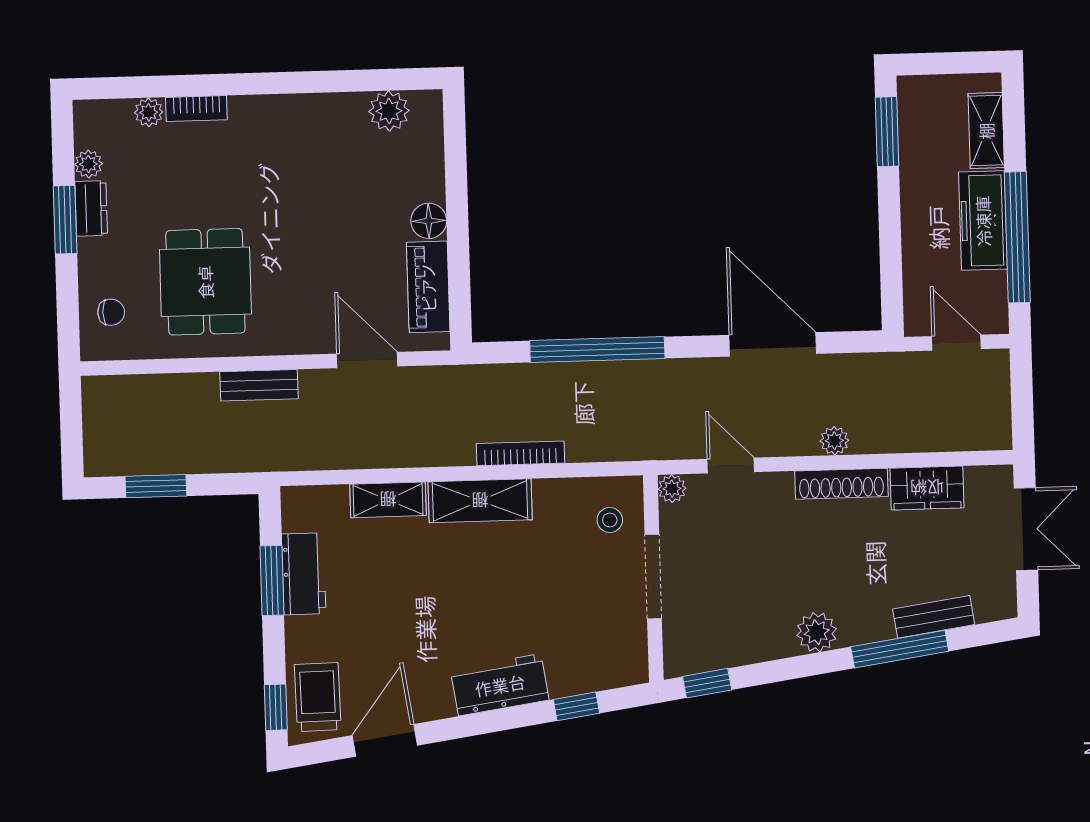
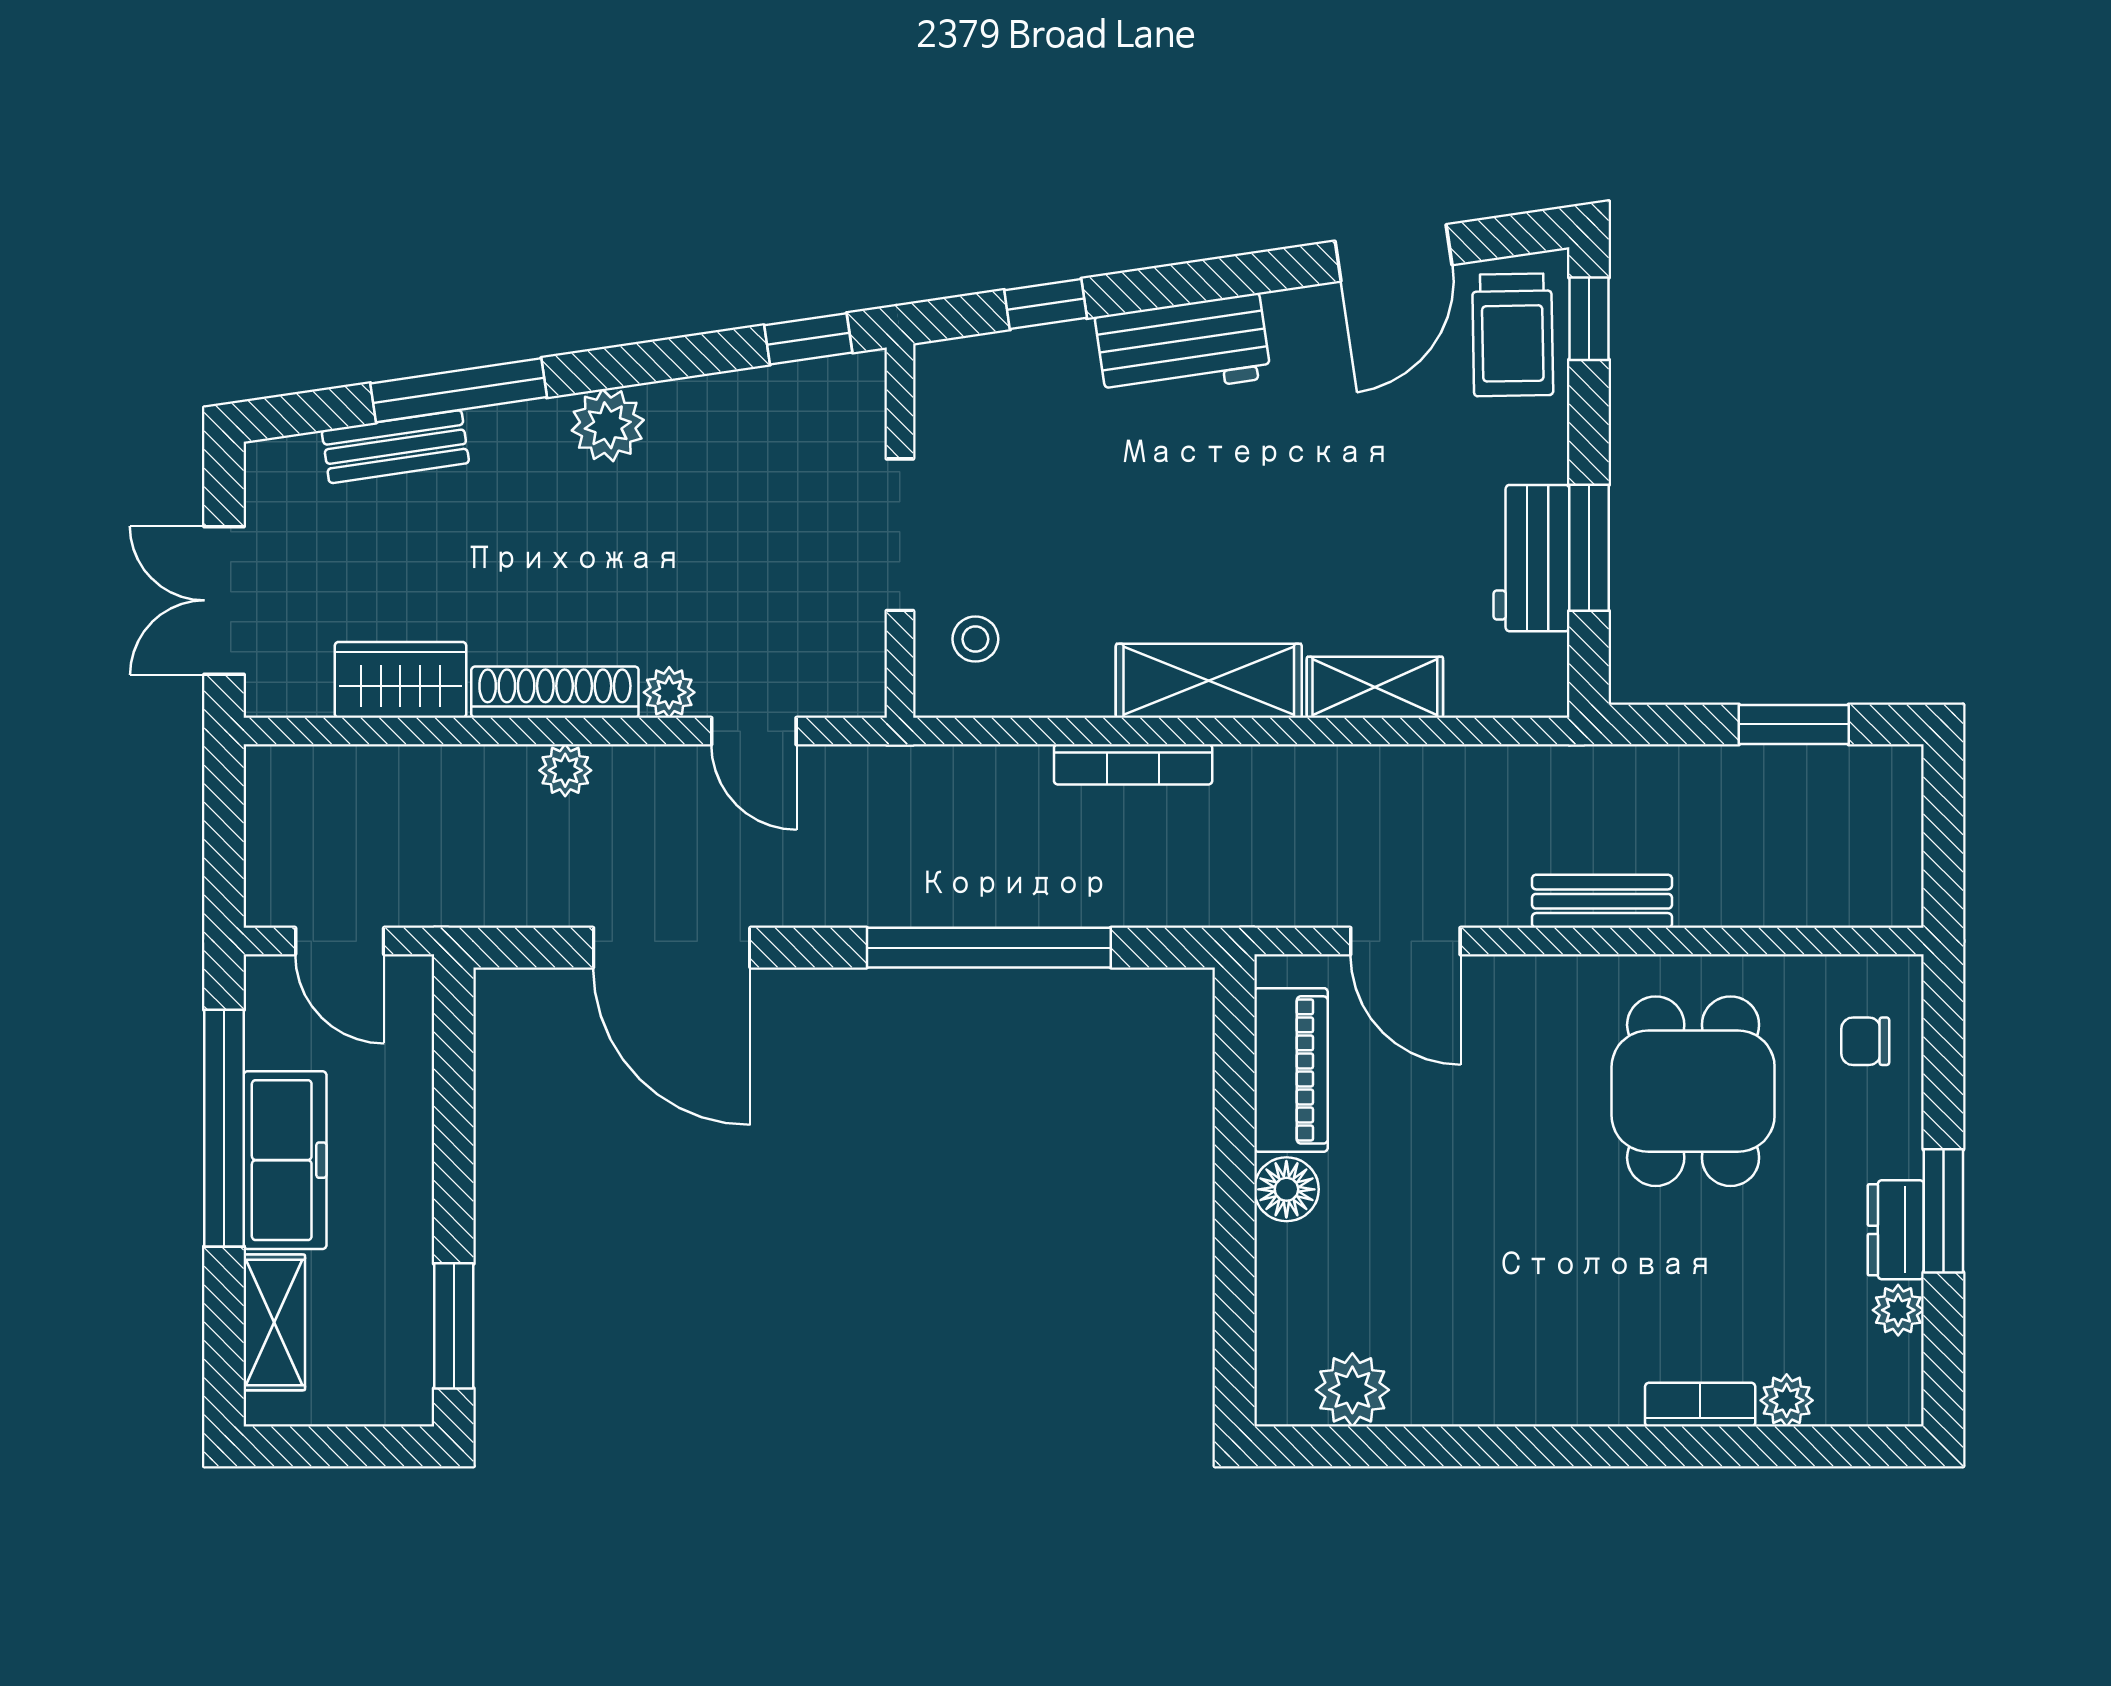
plant: (672, 489) -> (669, 692), moved

